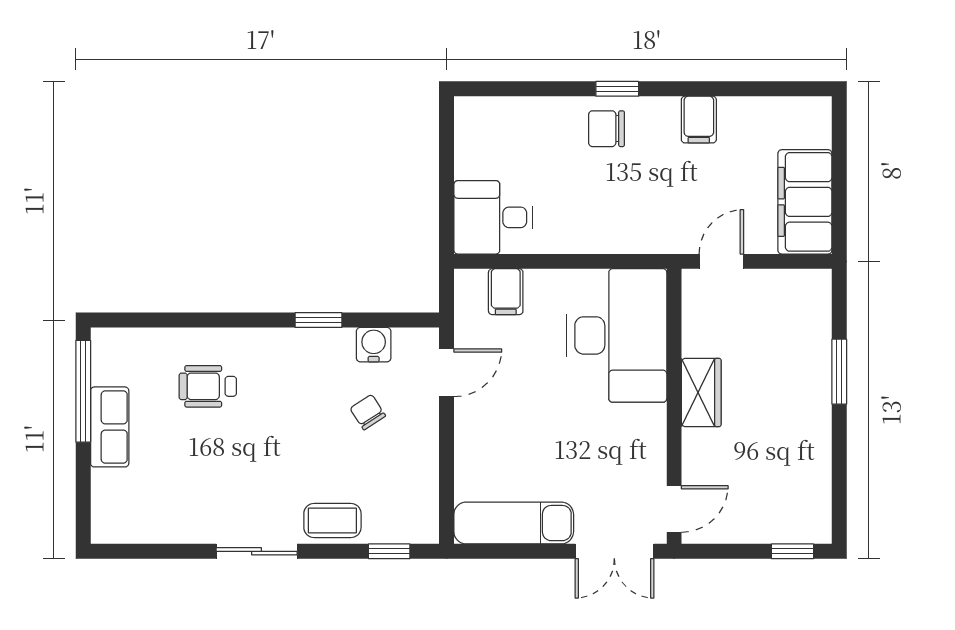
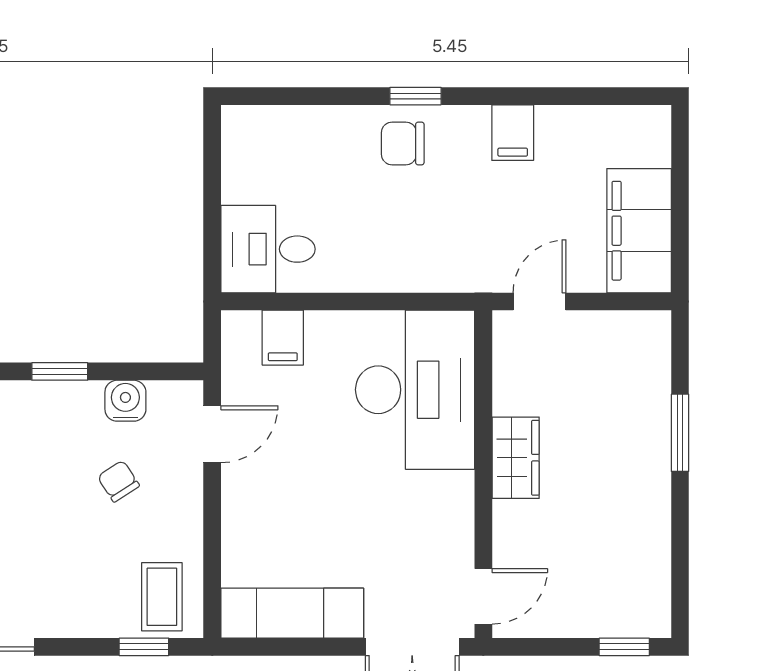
coffee table: (332, 520) -> (162, 597), moved, turned 90

